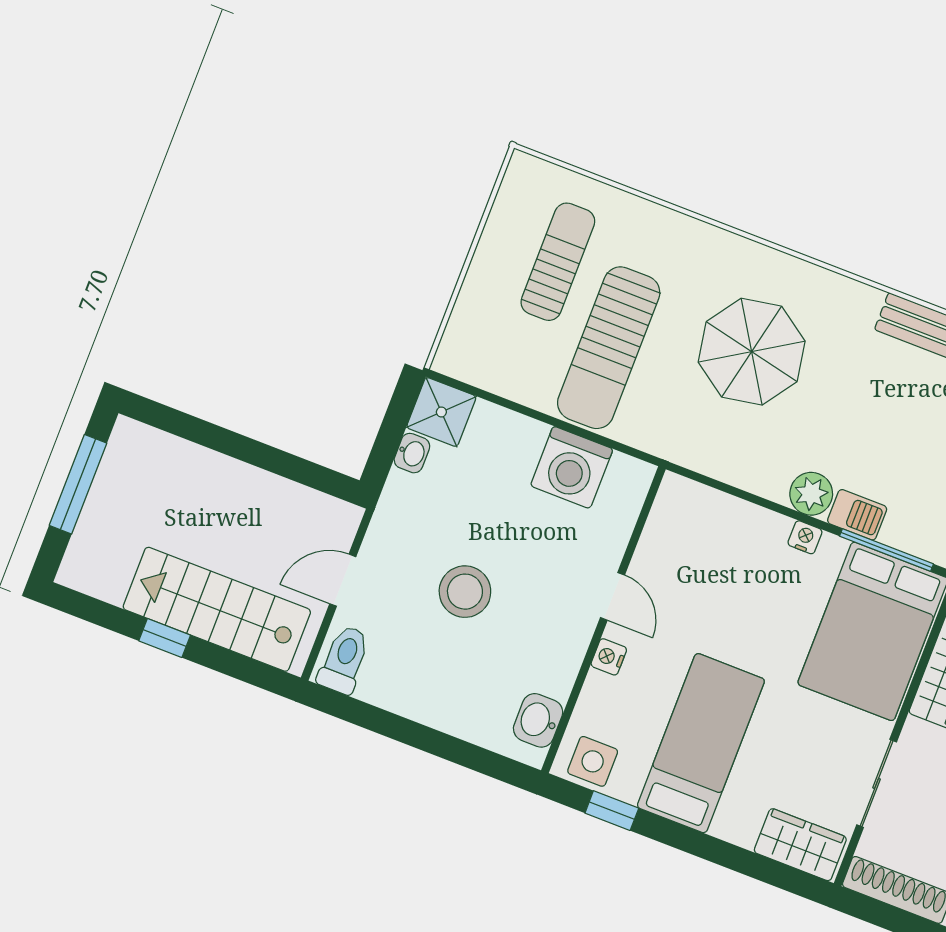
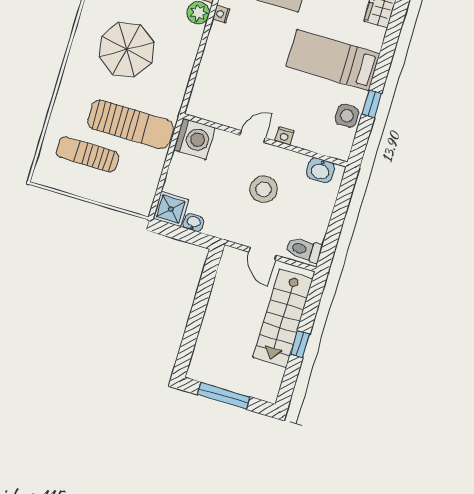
door: (612, 596) -> (253, 136), moved
wall: (603, 620) -> (265, 140), moved
nightstand: (609, 657) -> (284, 136), moved
washbasin: (538, 720) -> (320, 170), moved

